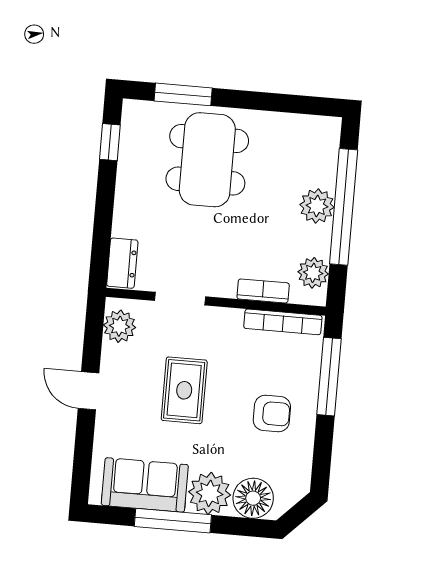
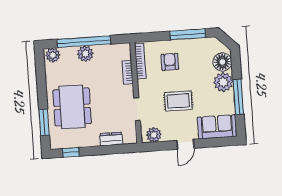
dining table: (207, 160) -> (72, 107), turned 90
dresser: (122, 263) -> (111, 139), moved
plant: (313, 273) -> (53, 55), moved
window: (329, 377) -> (188, 34), moved
armchair: (272, 413) -> (170, 62), moved
sofa: (145, 485) -> (217, 127), moved, turned 90

